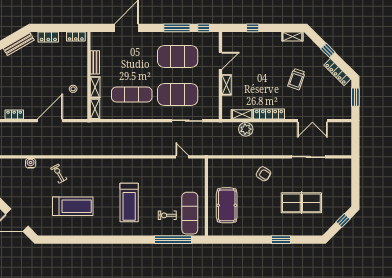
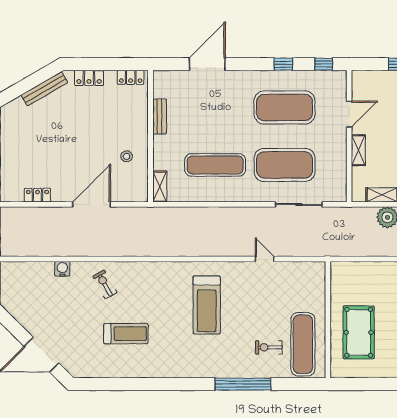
window: (177, 28) -> (283, 64), width x0.46
shelving: (95, 87) -> (160, 154), removed
door: (182, 157) -> (265, 259), moved
treadmill: (129, 203) -> (207, 305), moved
treadmill: (73, 206) -> (126, 334), width x0.73, depth x0.73
window: (173, 240) -> (243, 384), moved

